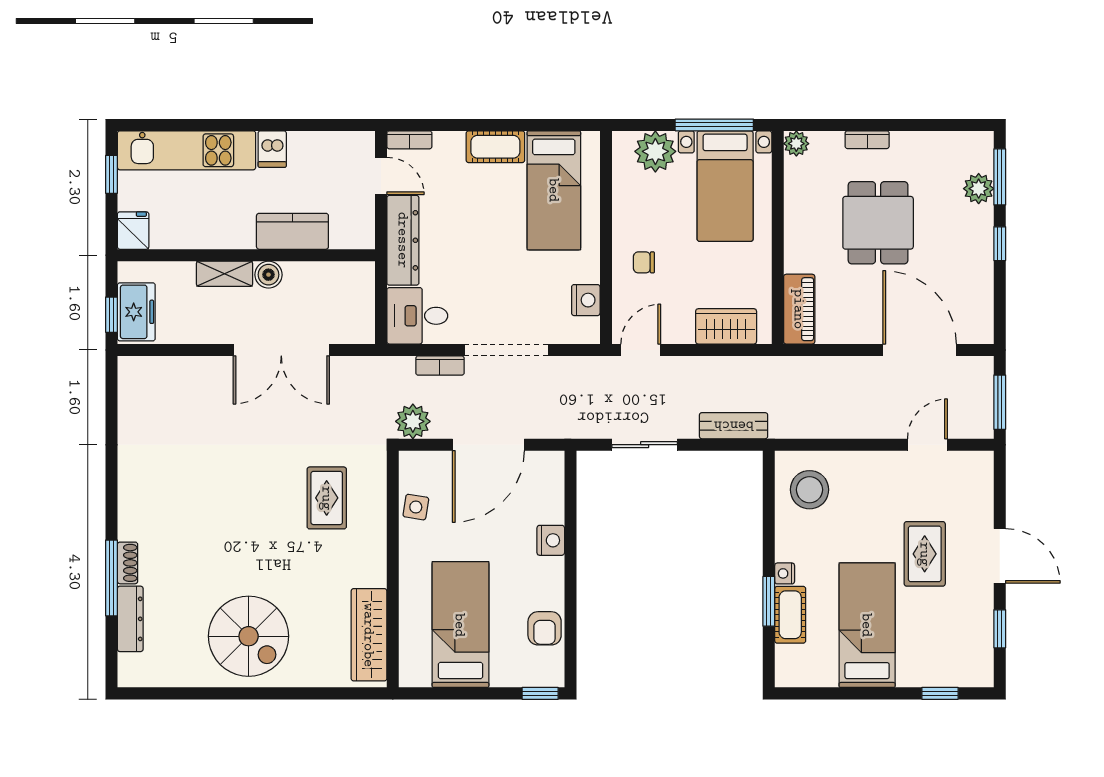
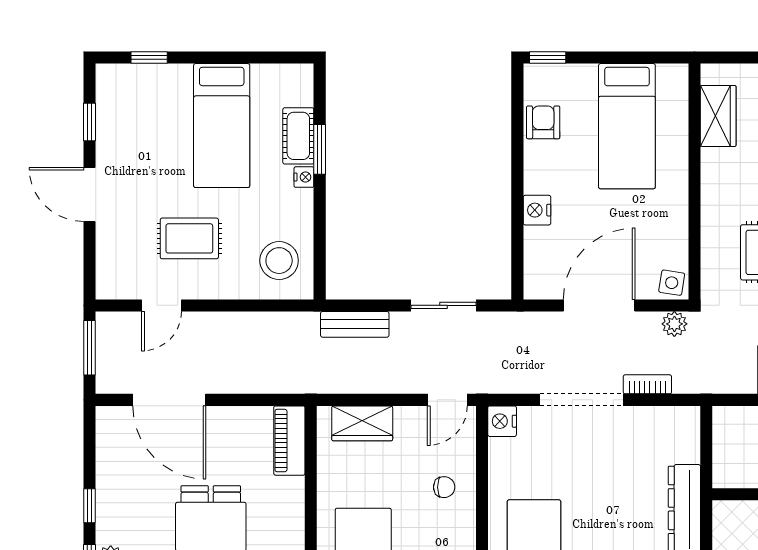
nightstand: (586, 300) -> (502, 421), moved
desk: (417, 316) -> (670, 434), removed
plant: (413, 421) -> (674, 324), width x0.73, depth x0.73
side table: (416, 507) -> (672, 283), moved
rug: (925, 554) -> (189, 238), moved, turned 90
wardrobe: (369, 635) -> (718, 116), width x0.67

